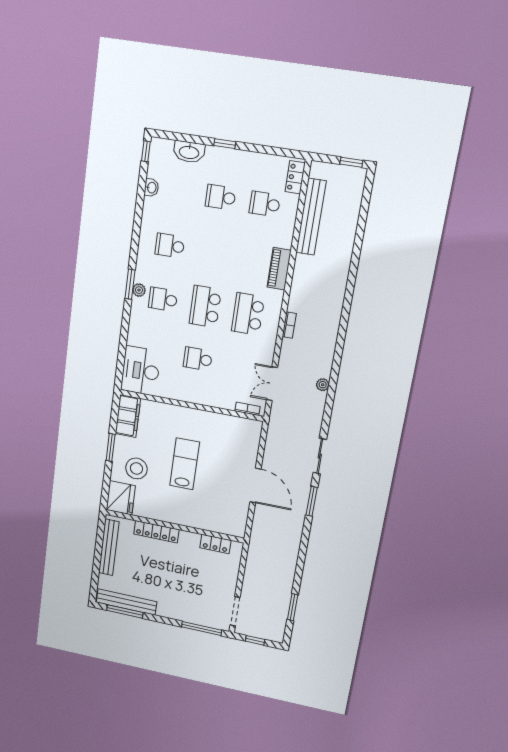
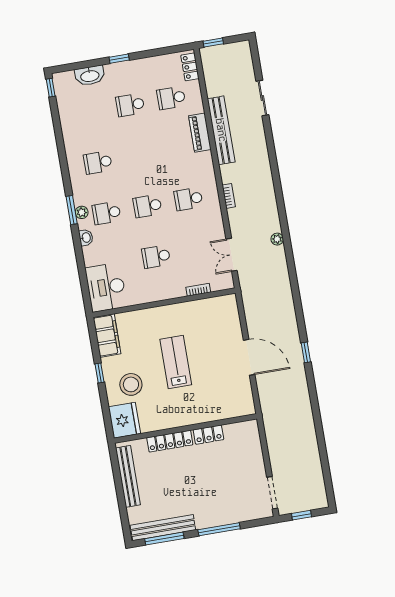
window: (351, 162) -> (213, 43), moved
washbasin: (151, 188) -> (86, 238), moved
bench: (311, 217) -> (221, 130), moved
piano: (279, 269) -> (200, 133), moved
school desk: (205, 307) -> (147, 206), width x0.54
school desk: (248, 314) -> (188, 199), width x0.54
bookcase: (247, 409) -> (198, 290), moved
window: (111, 447) -> (99, 373), width x0.67
sliding door: (320, 456) -> (262, 98), moved
window: (312, 501) -> (306, 352), width x0.67
locker: (215, 544) -> (208, 435), moved
window: (293, 607) -> (325, 465), removed
window: (202, 628) -> (219, 529), moved

